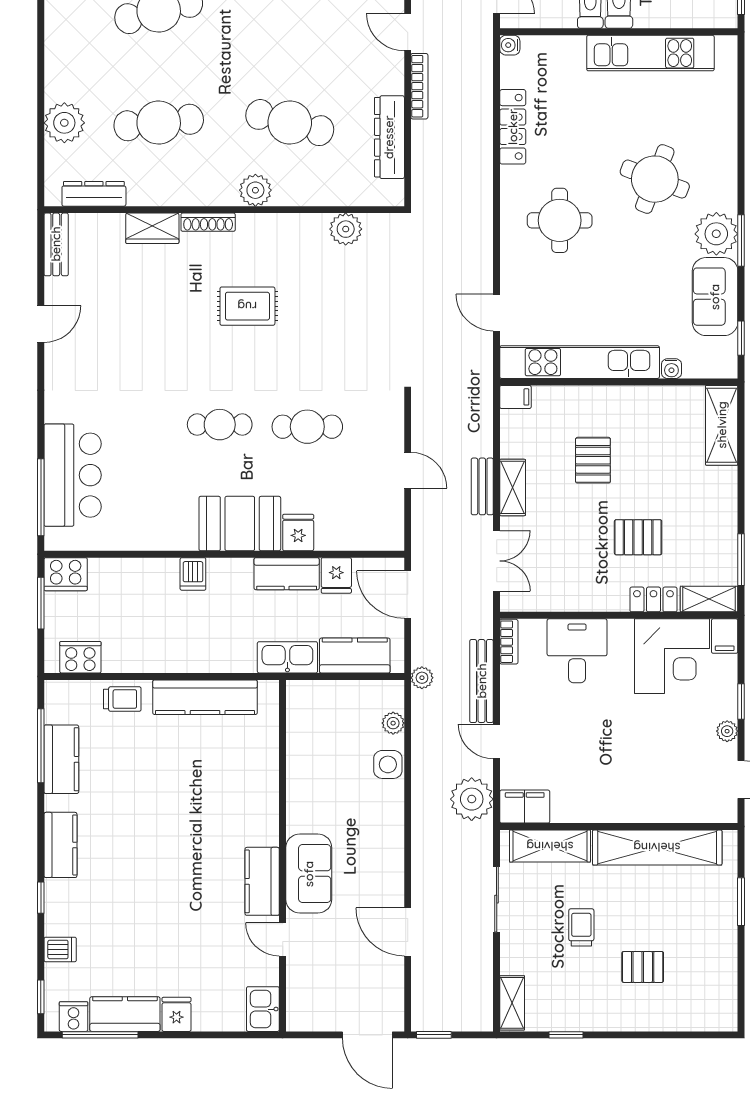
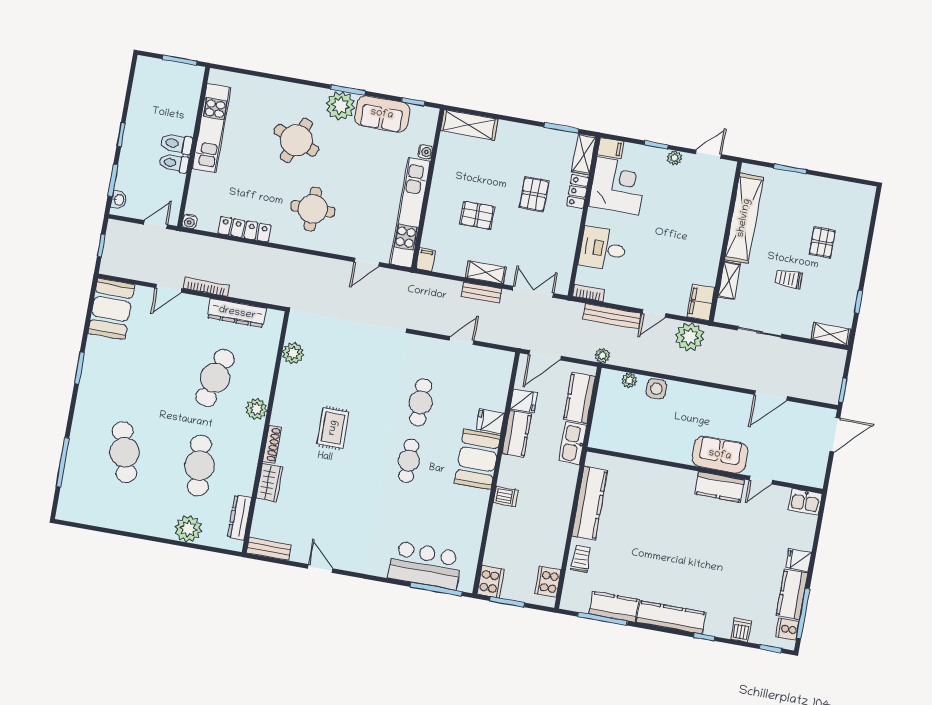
kitchen counter: (60, 845) -> (671, 617), width x1.50
shelving: (550, 846) -> (729, 281), width x0.67, depth x0.75

